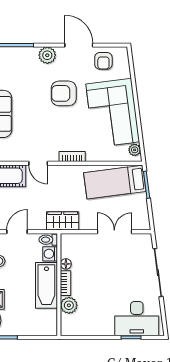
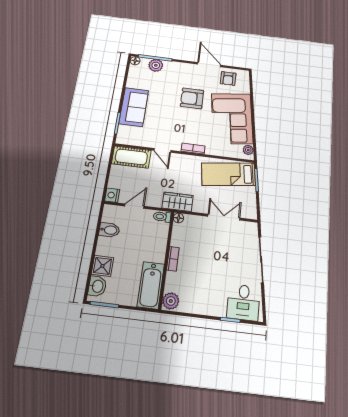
plant: (47, 55) -> (156, 65), moved
washing machine: (50, 254) -> (162, 230), removed
floor lamp: (66, 264) -> (178, 218), moved
bathtub: (46, 285) -> (151, 285), moved
plant: (69, 305) -> (171, 301), moved
desk: (137, 319) -> (243, 302), width x0.73

